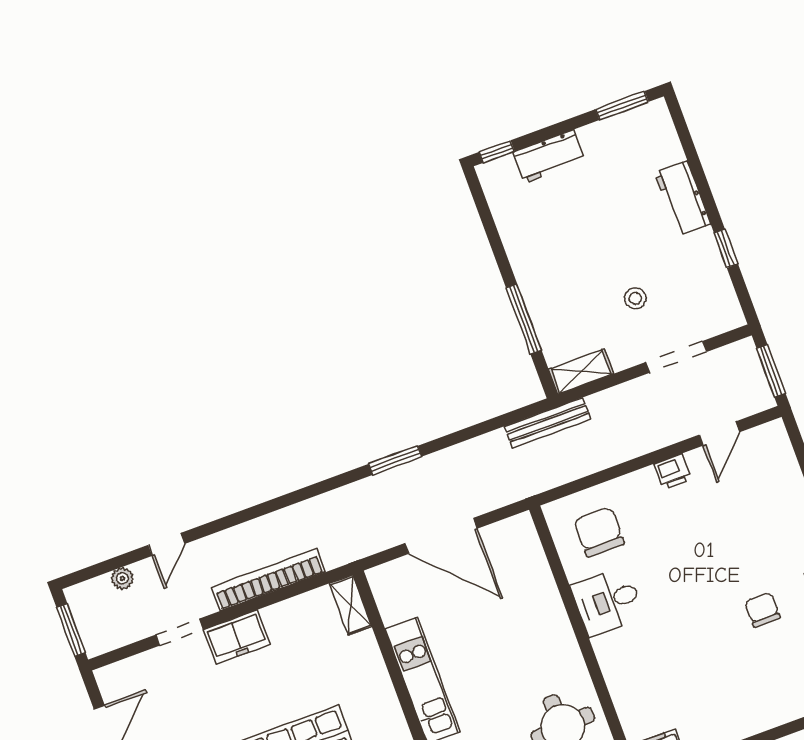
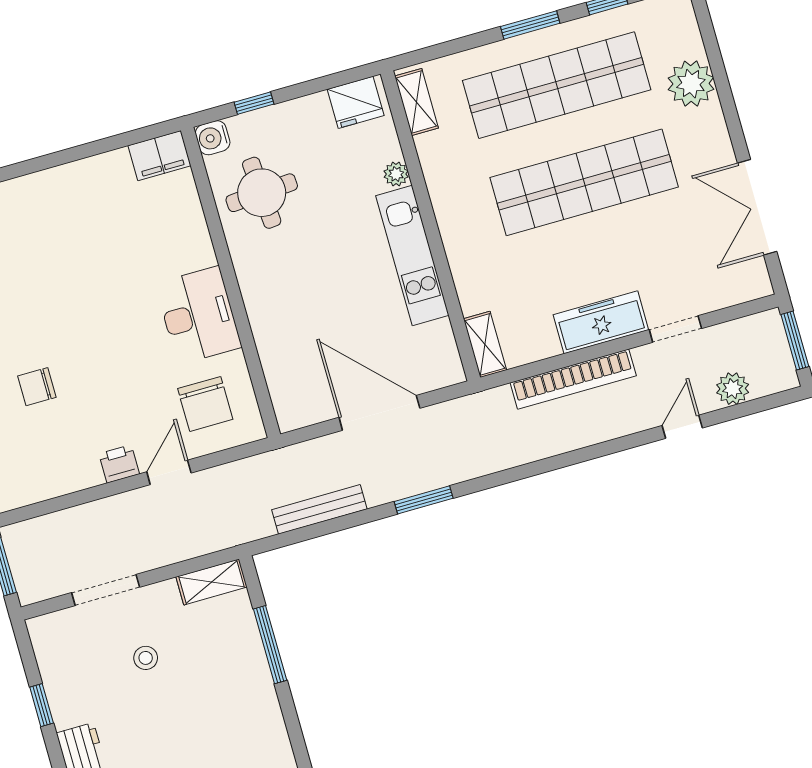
bench: (548, 423) -> (319, 509), moved
door: (720, 433) -> (169, 472), moved
plant: (122, 578) -> (733, 389), width x1.38, depth x1.38
desk: (608, 601) -> (198, 315), width x1.37
chair: (763, 610) -> (37, 387), moved, turned 90
freezer: (237, 637) -> (601, 322), width x1.40

